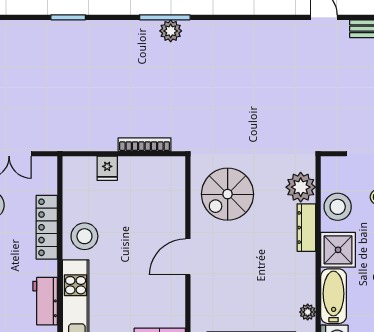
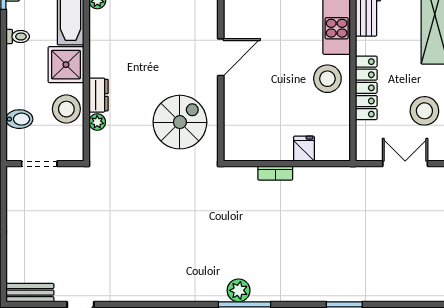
bookcase: (145, 145) -> (275, 173), width x0.64
plant: (301, 187) -> (97, 122), width x0.53, depth x0.53
dresser: (306, 228) -> (99, 95), width x0.70

